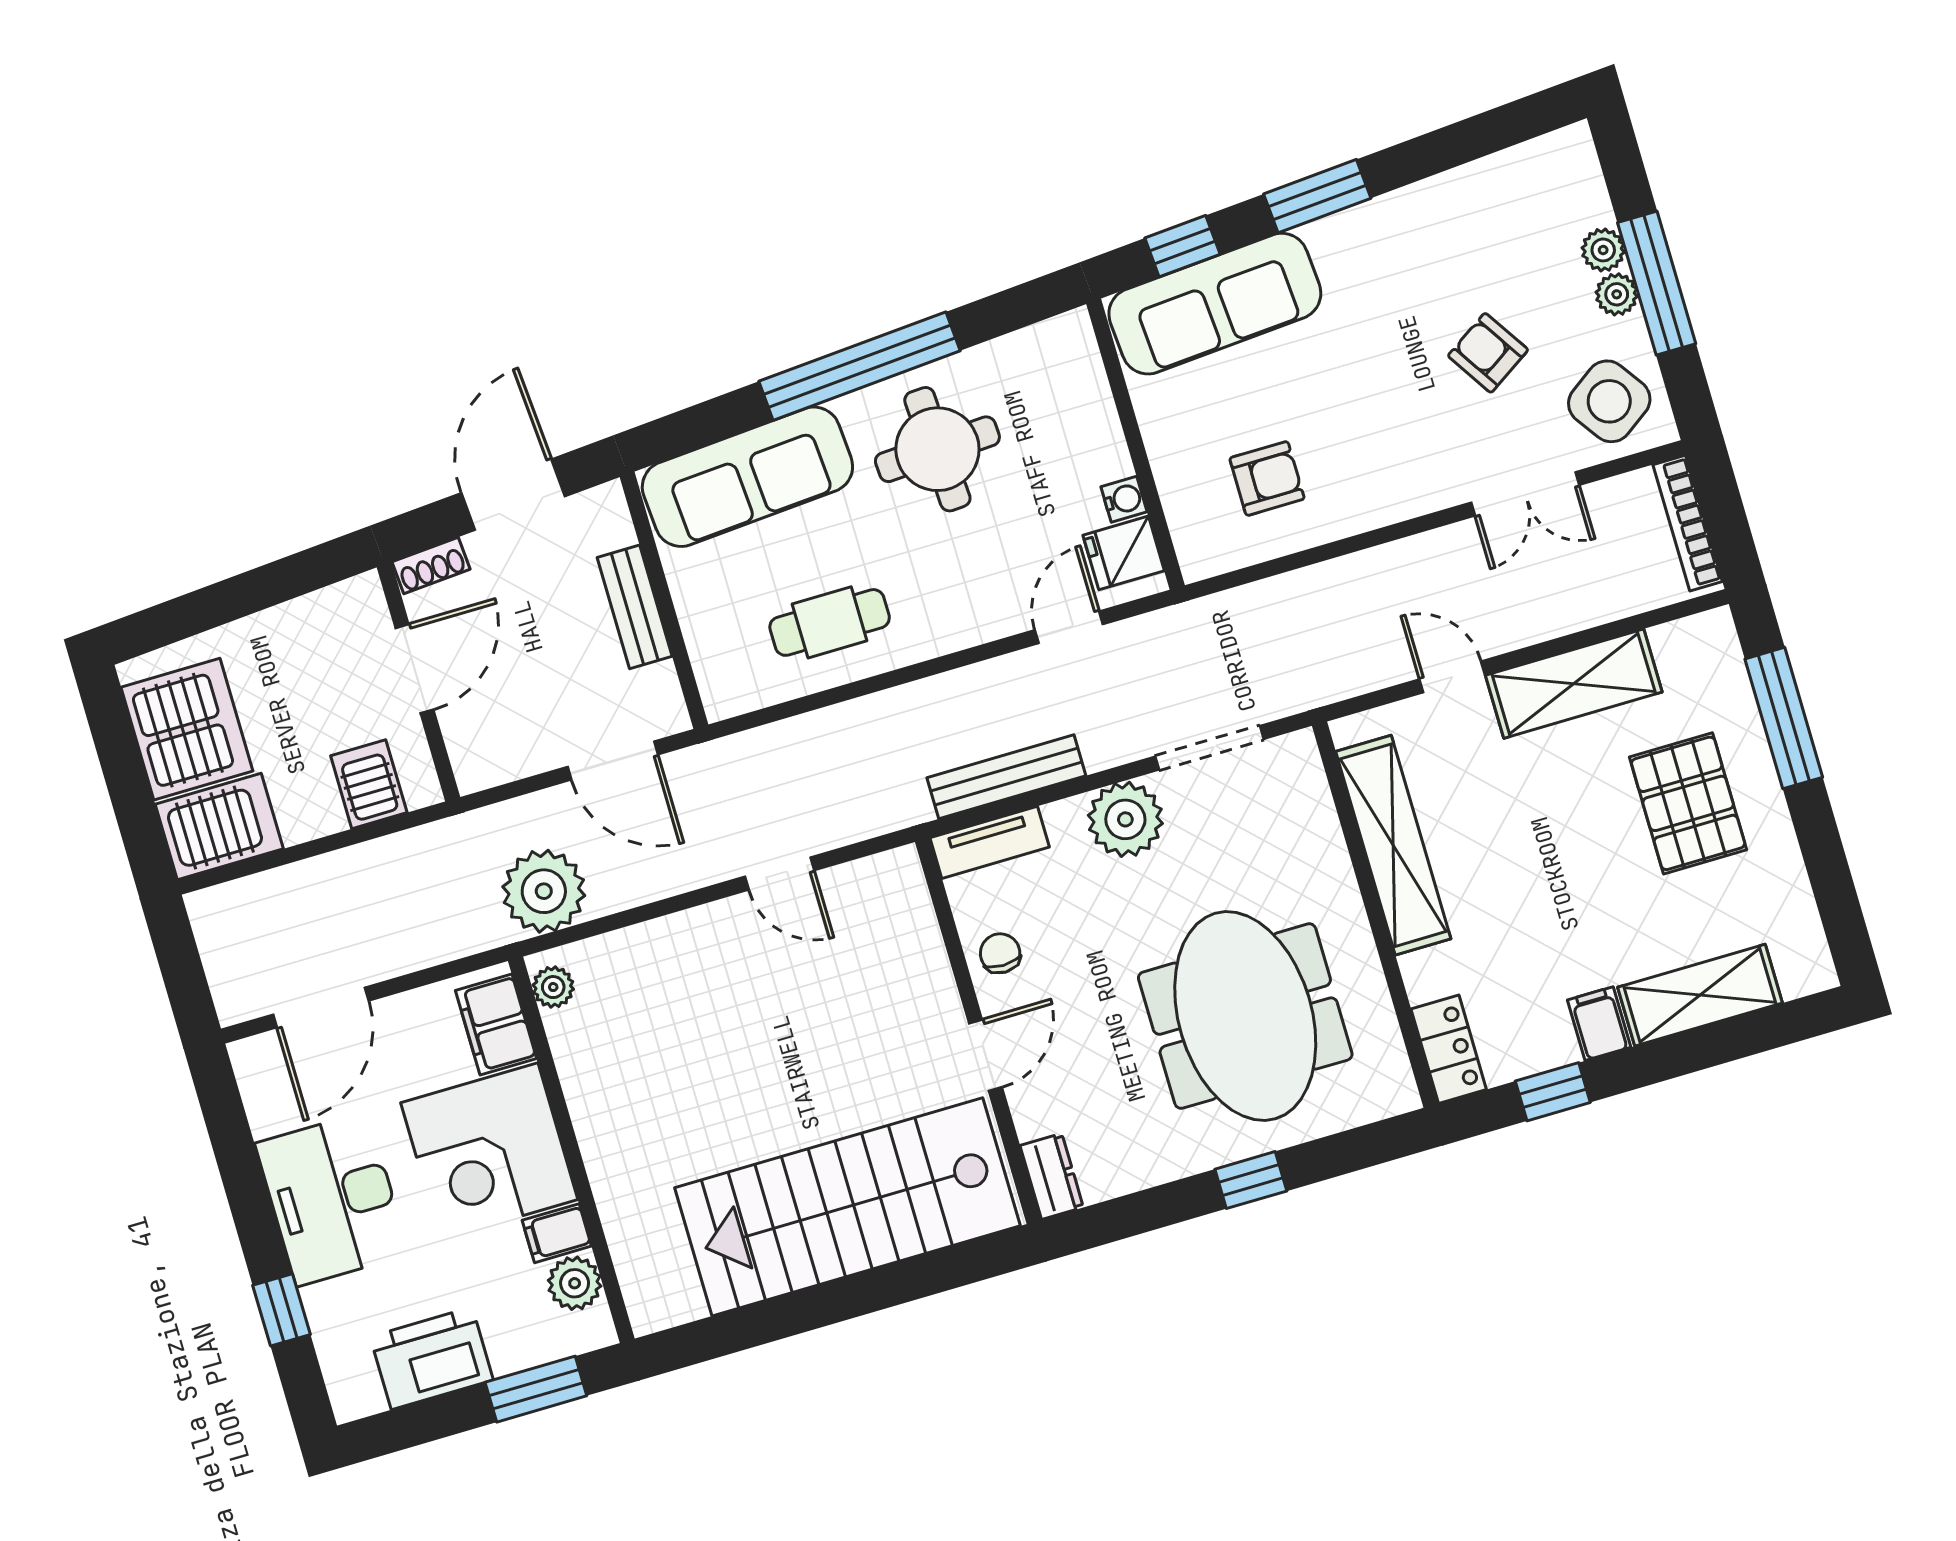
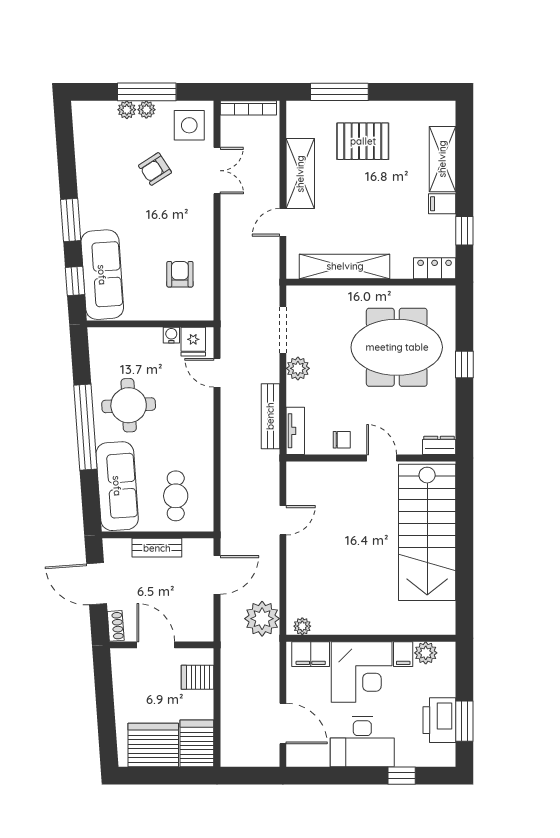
side table: (1609, 401) -> (189, 125), turned 35
cafe table: (830, 622) -> (176, 496), moved
plant: (1125, 819) -> (298, 368), width x0.73, depth x0.73
chair: (1000, 953) -> (342, 440), turned 180
window: (536, 1389) -> (464, 721), moved

